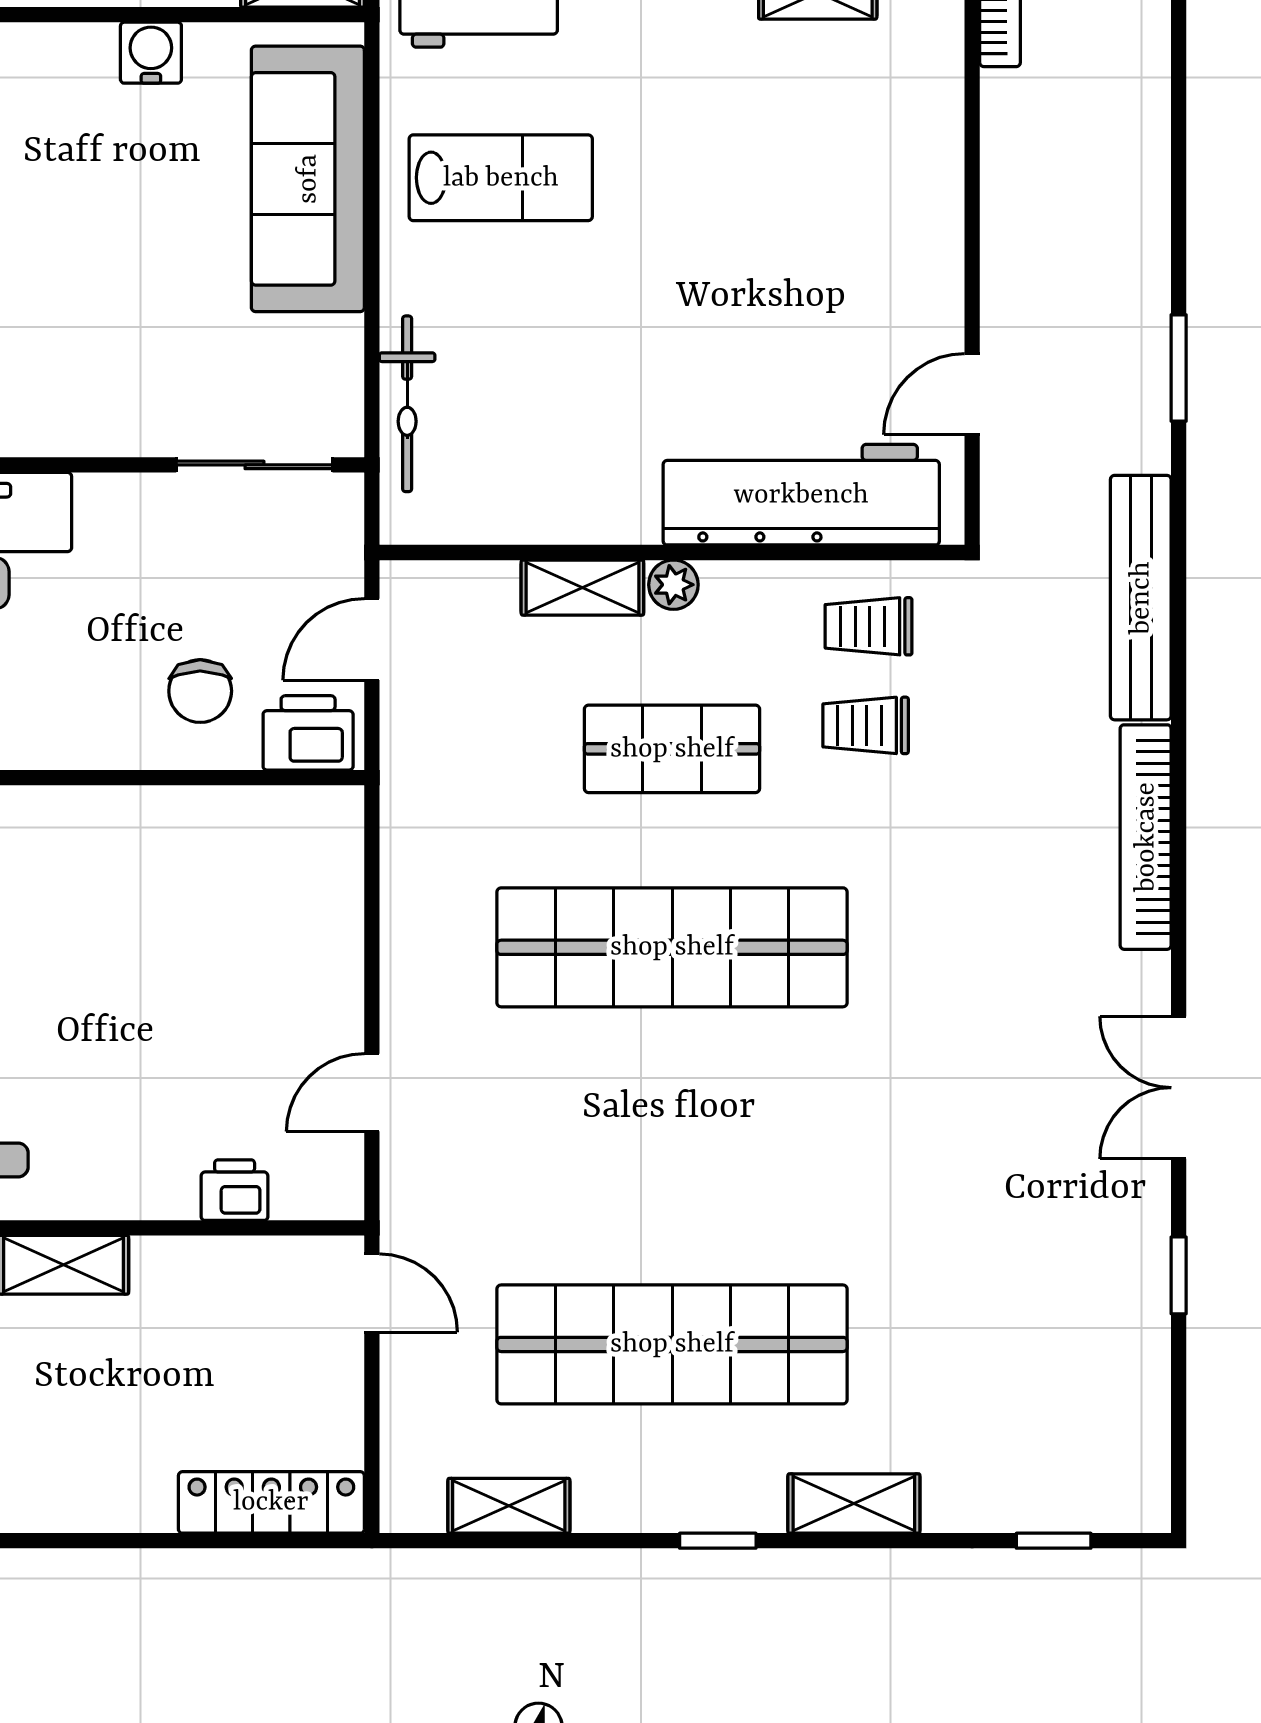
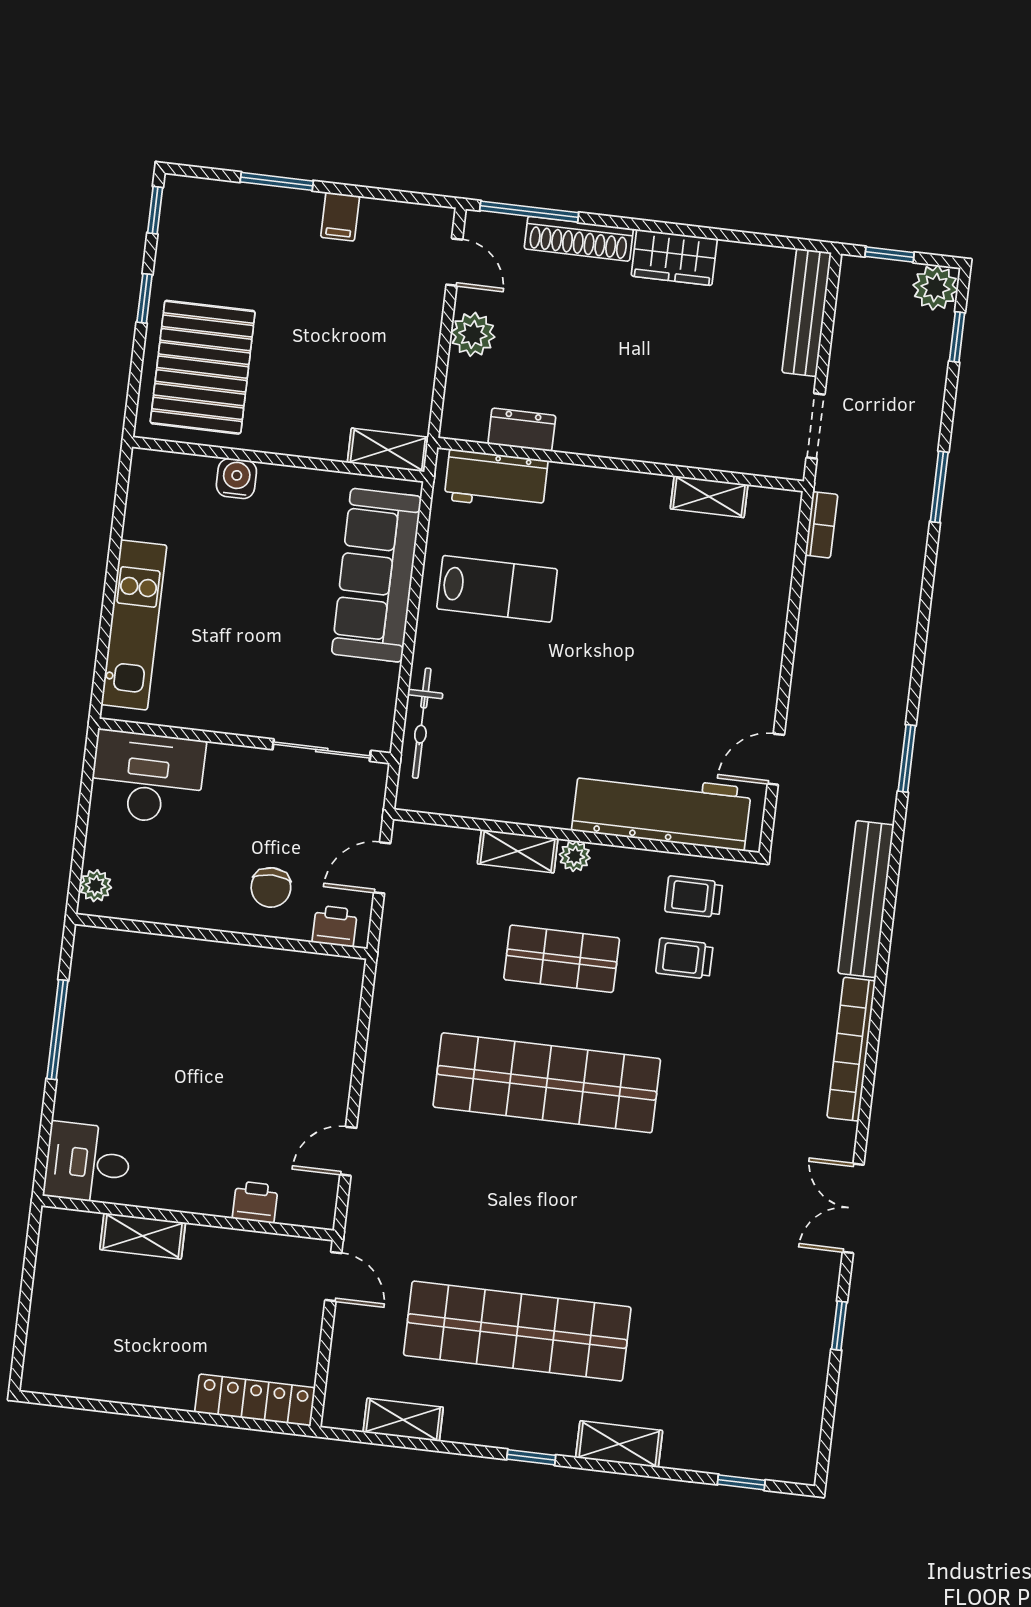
water cooler: (151, 53) -> (236, 478), moved
printer: (308, 733) -> (335, 926), width x0.73, depth x0.81

